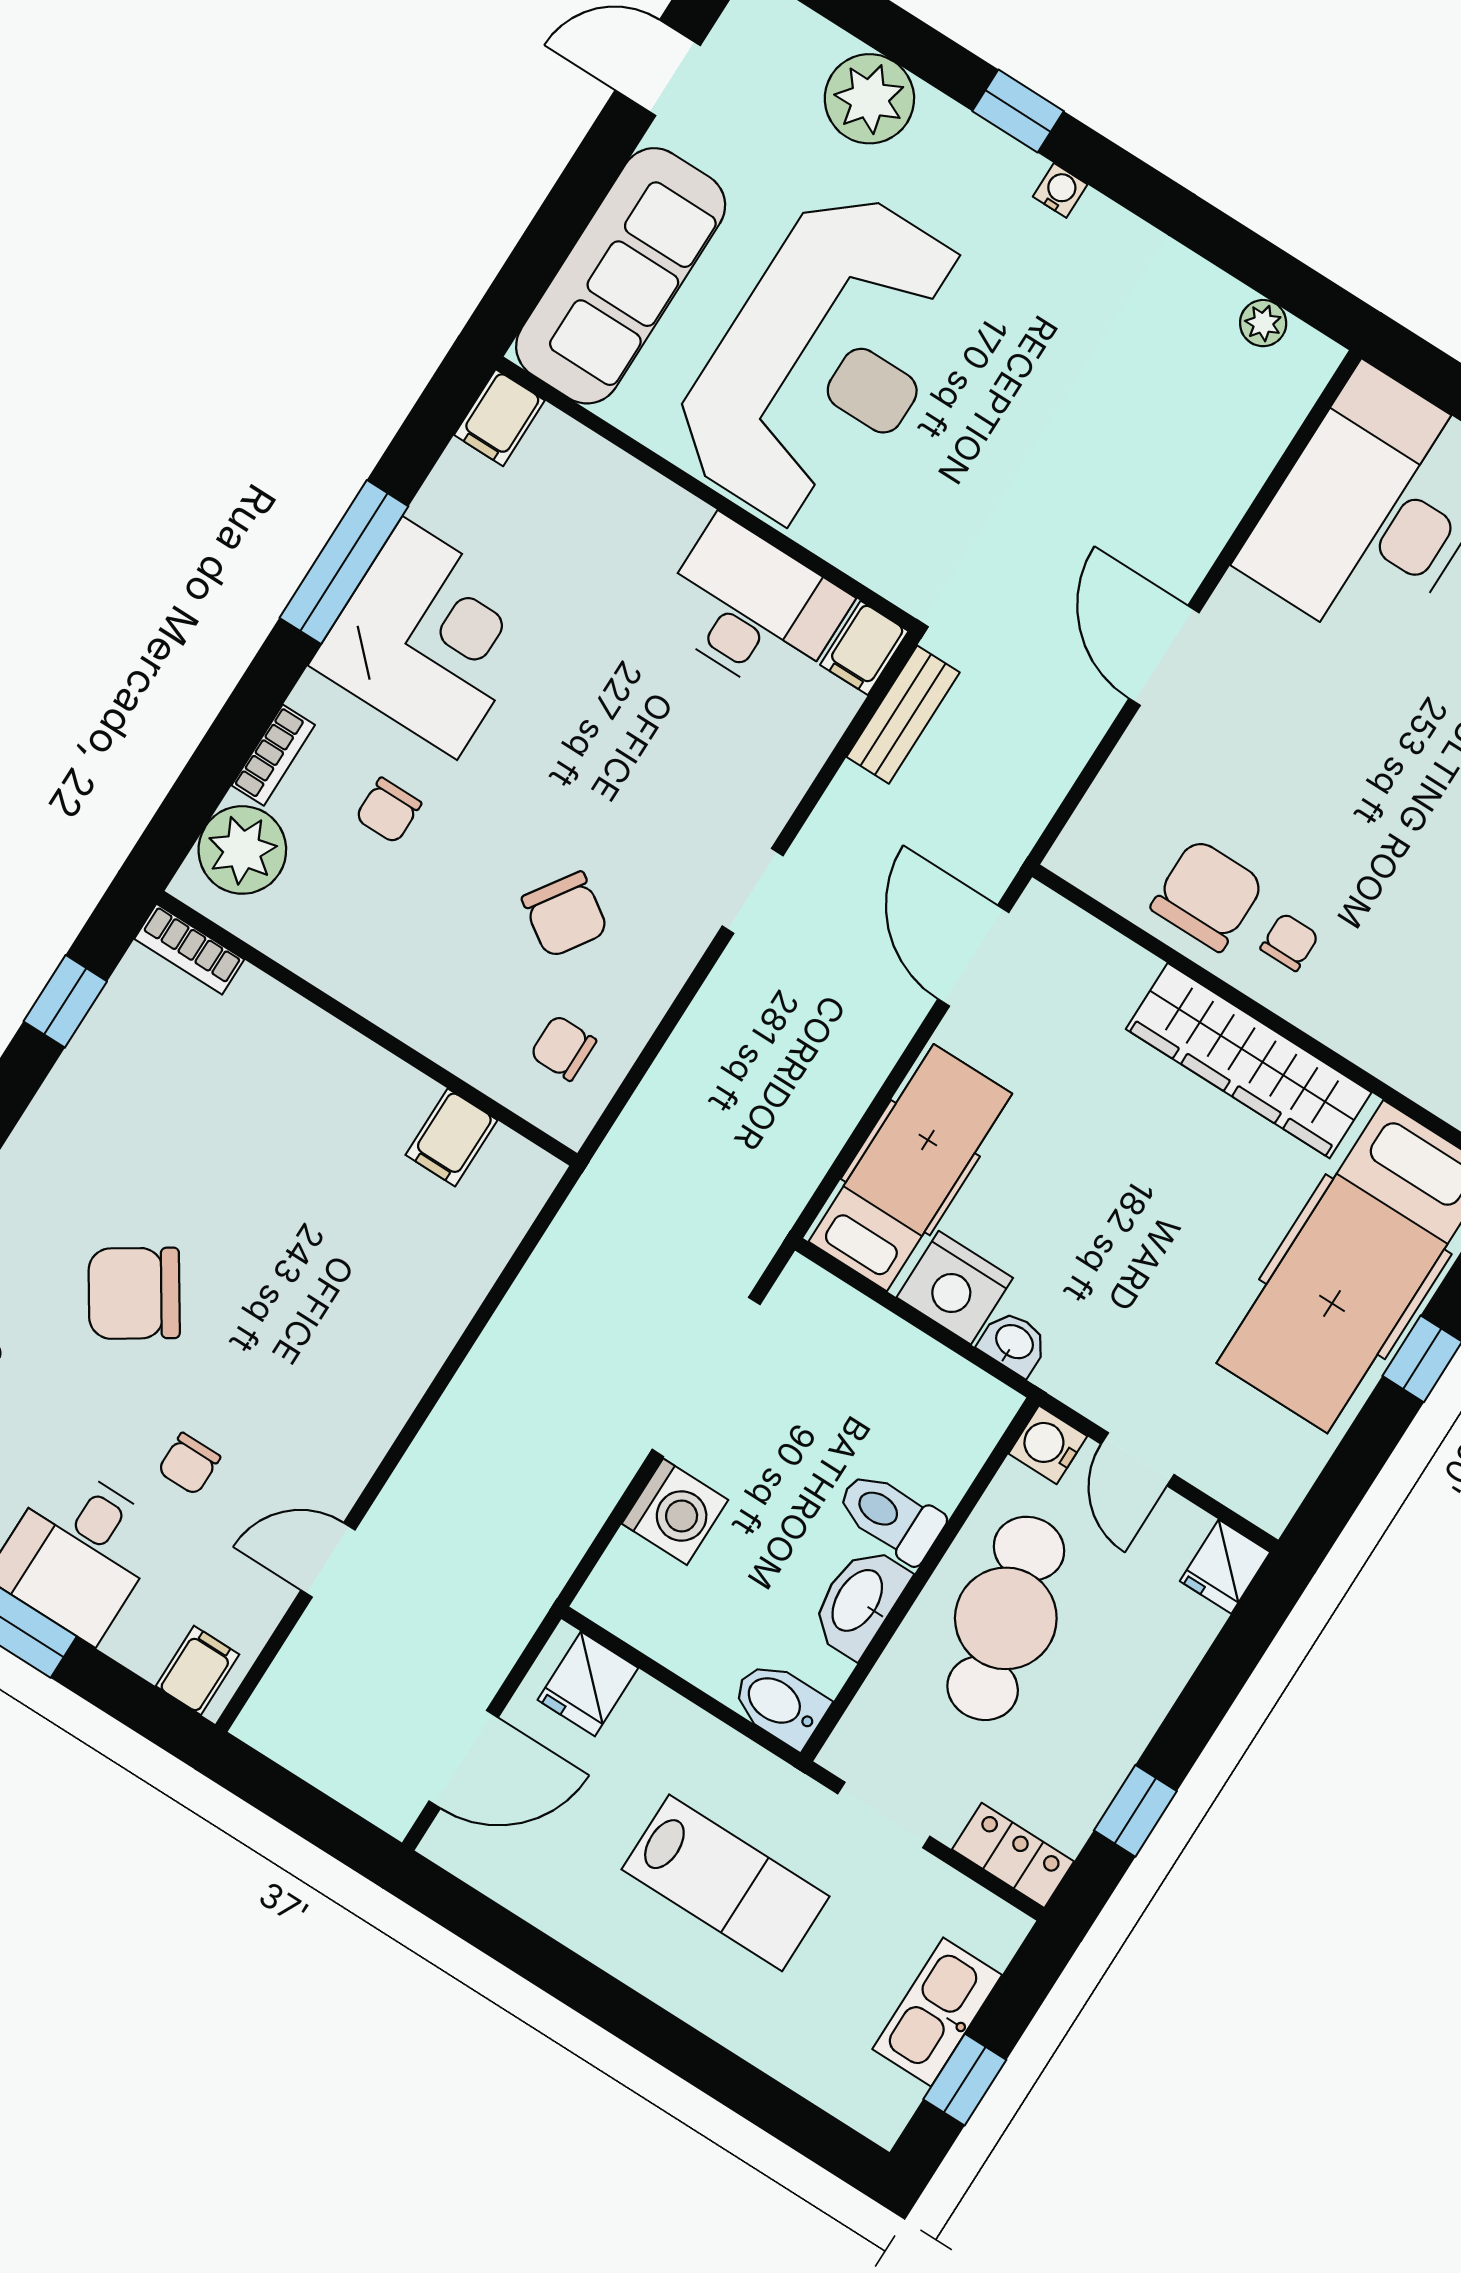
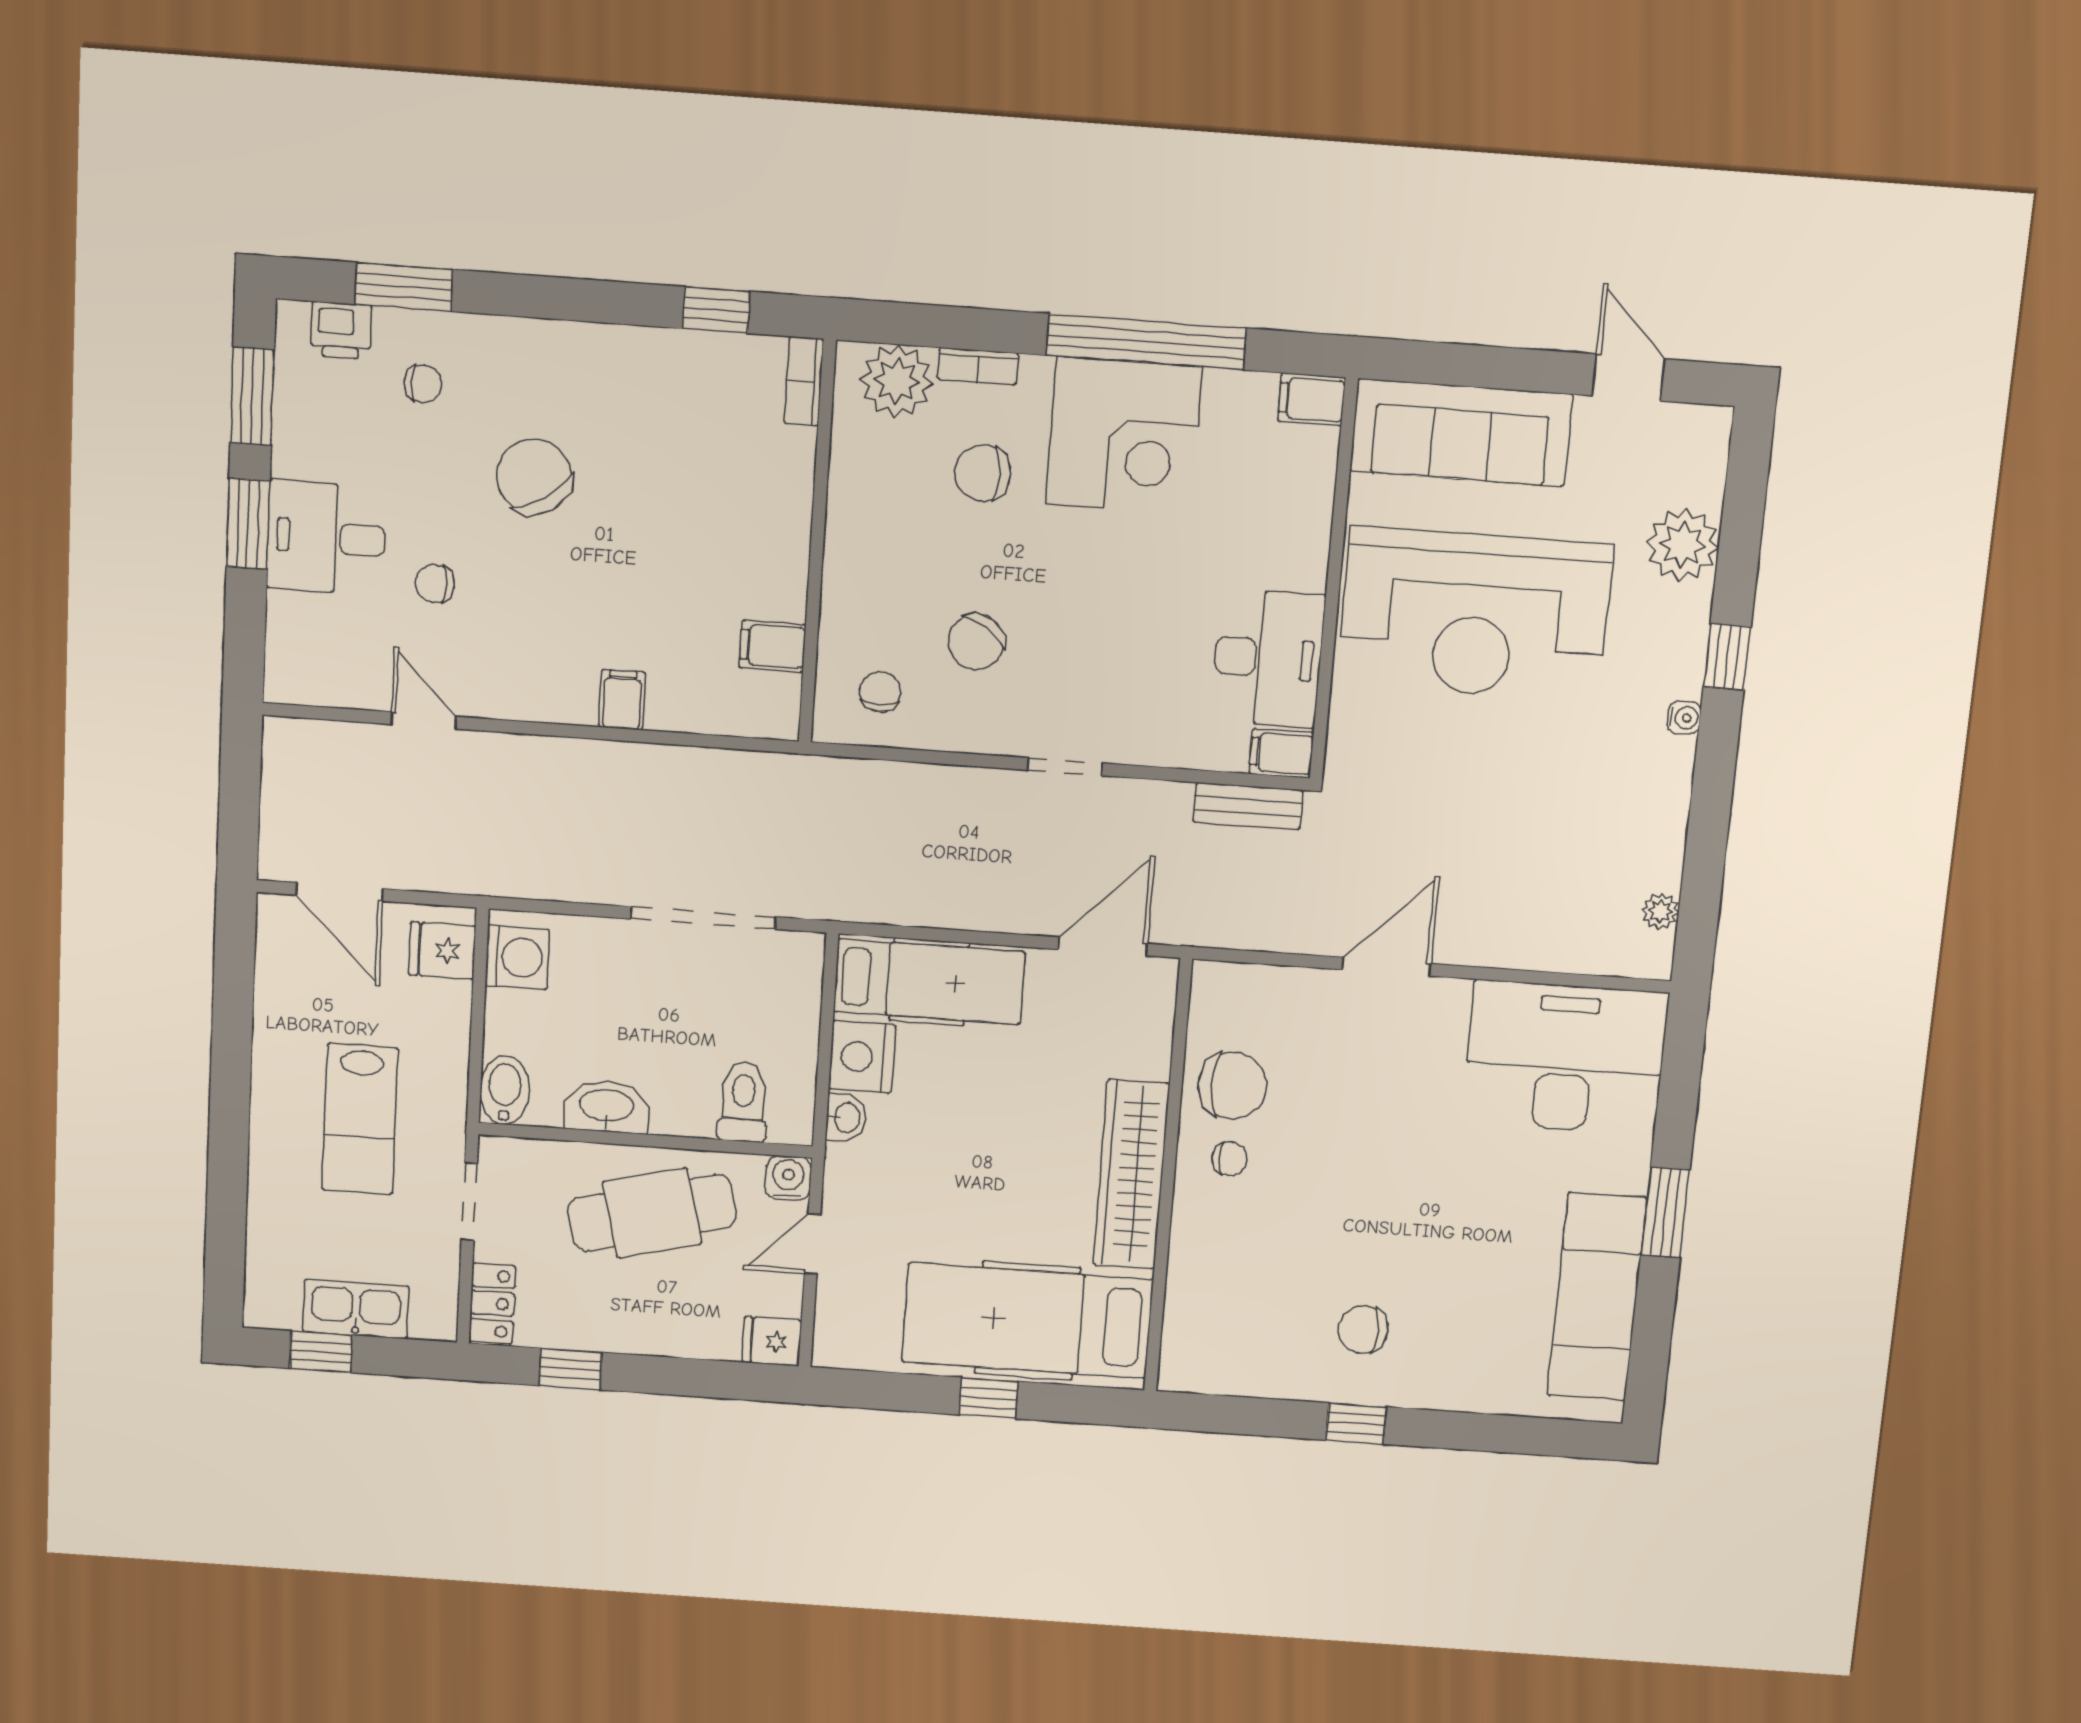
window: (344, 562) -> (1146, 342), width x1.46
chair: (388, 810) -> (983, 473), width x1.37, depth x1.37
washing machine: (675, 1512) -> (517, 957), moved, turned -90
toilet: (890, 1516) -> (743, 1102), moved
filing cabinet: (197, 1670) -> (622, 700), moved, turned -90

